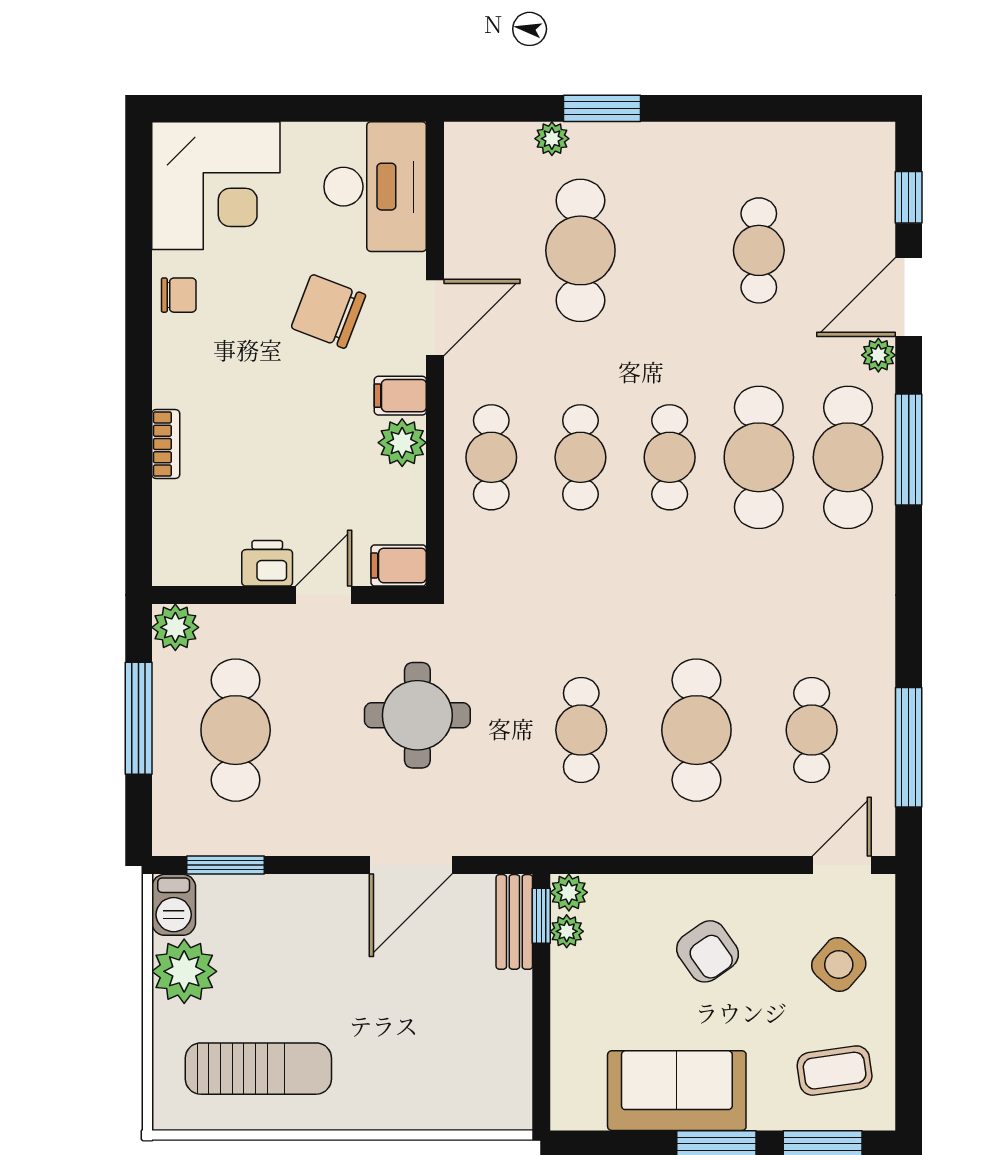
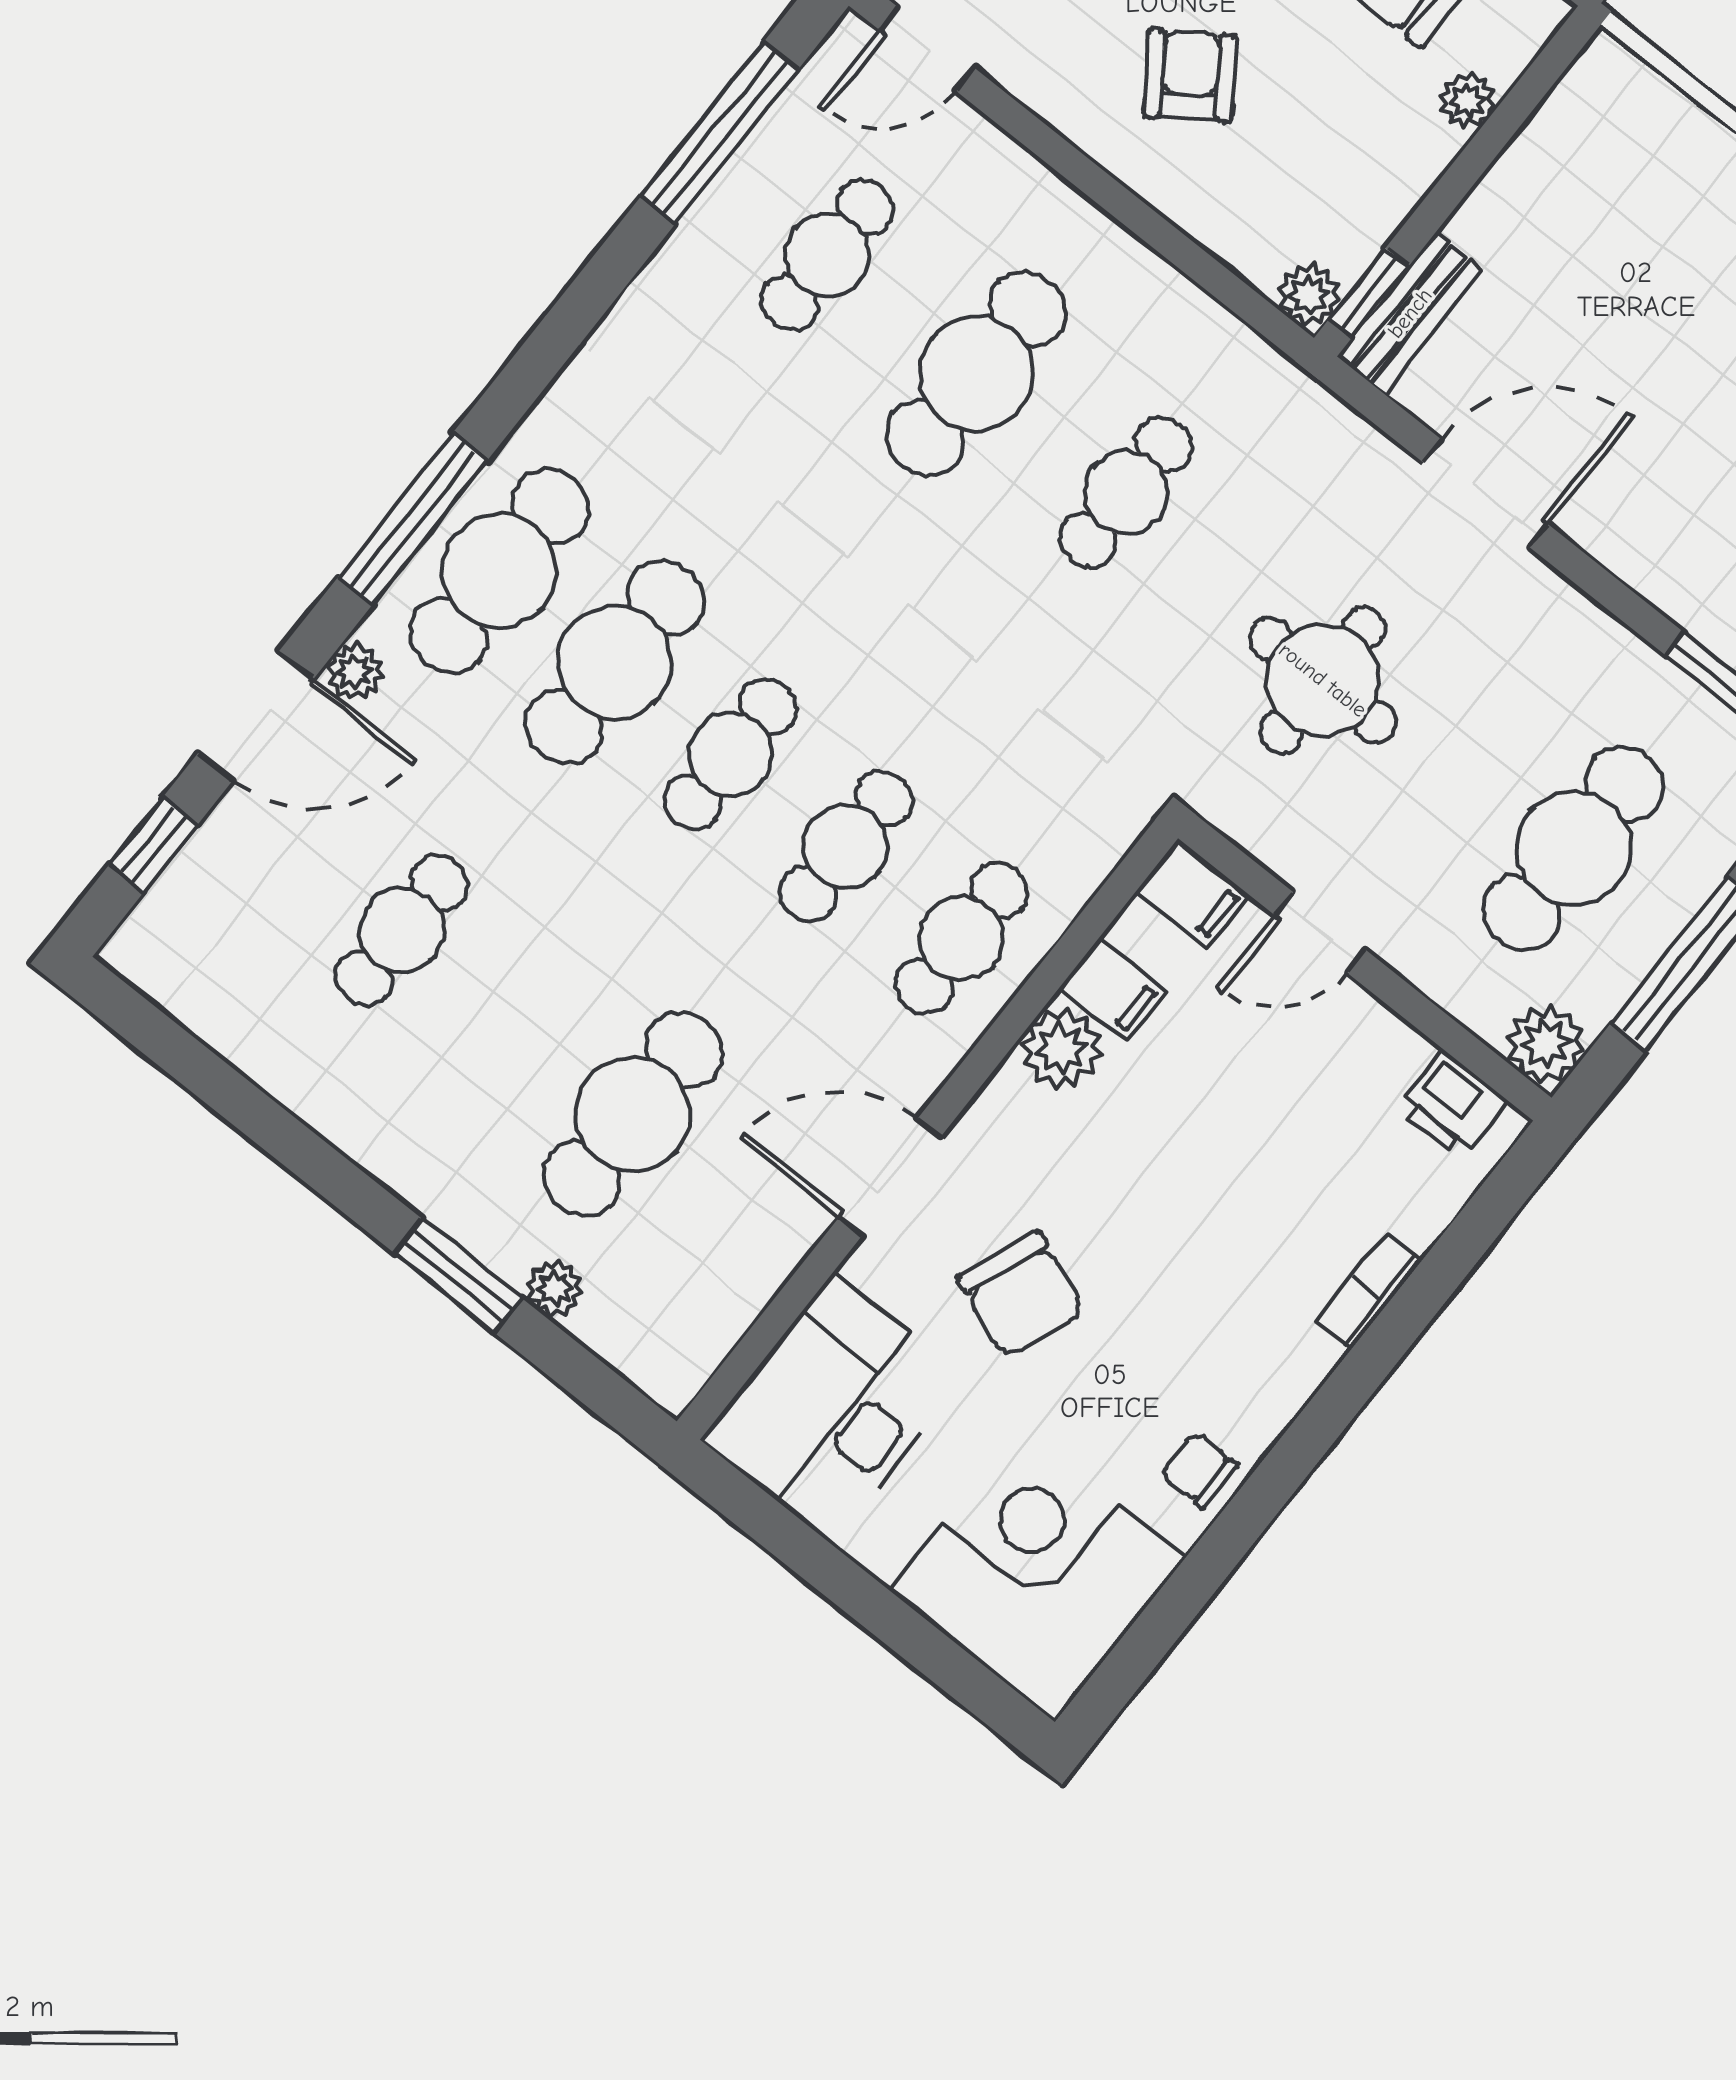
filing cabinet: (400, 396) -> (1112, 990), moved
printer: (267, 563) -> (1452, 1105), moved
plant: (567, 931) -> (1468, 101), moved

